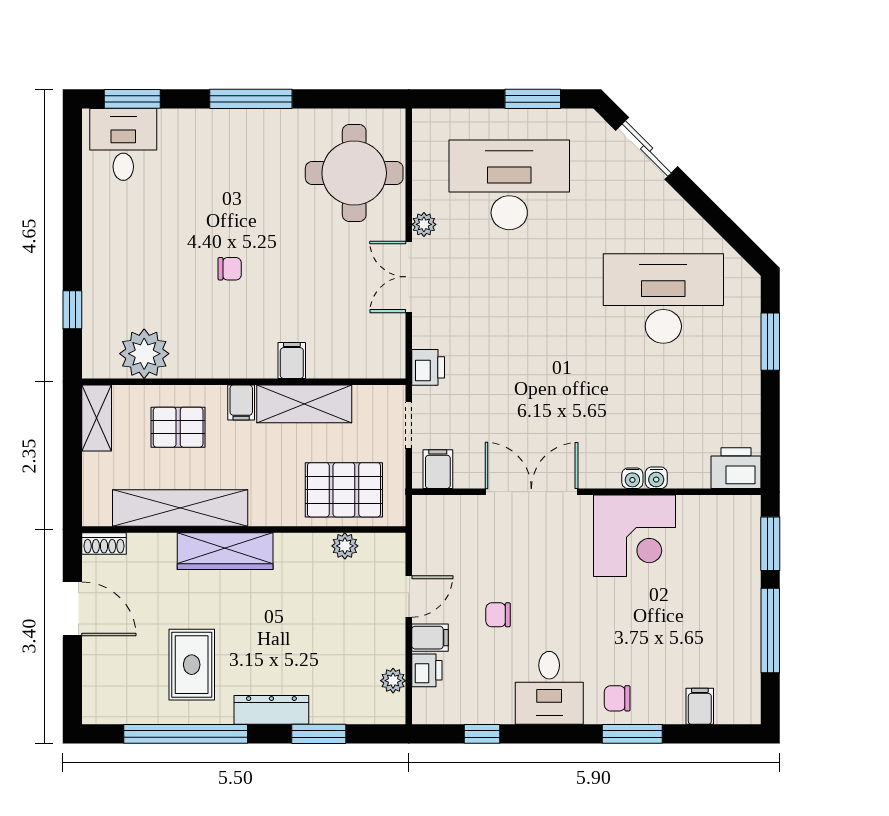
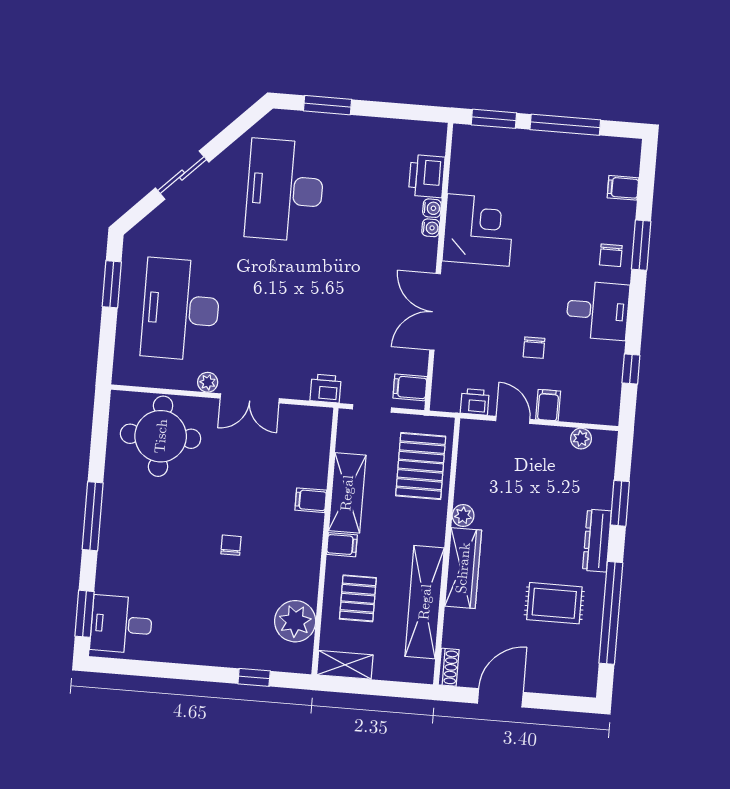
sliding door: (647, 148) -> (182, 175), moved
printer: (736, 468) -> (427, 176), moved
plant: (345, 546) -> (463, 515), moved
printer: (427, 670) -> (475, 402), moved

